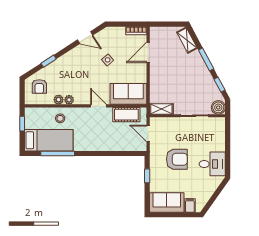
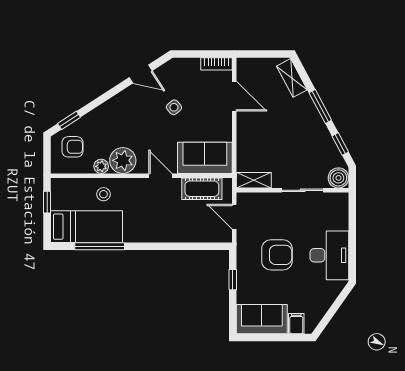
door: (148, 52) -> (234, 96), swing flipped
window: (49, 61) -> (69, 120), moved
armchair: (39, 87) -> (72, 147), turned -90
plant: (69, 100) -> (123, 160), width x1.88, depth x1.88
desk: (212, 164) -> (329, 255), width x1.37

